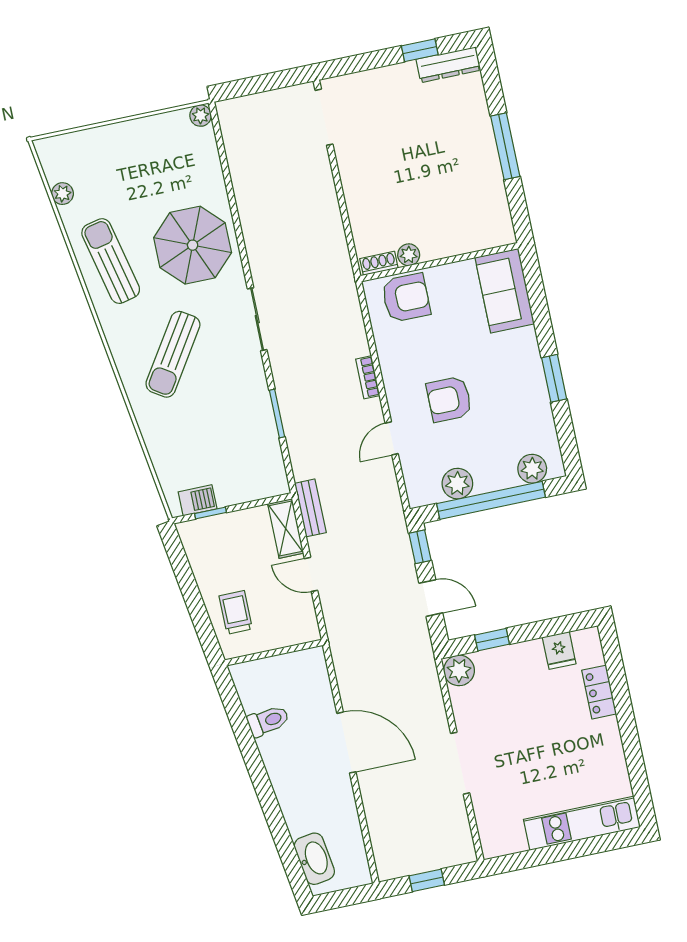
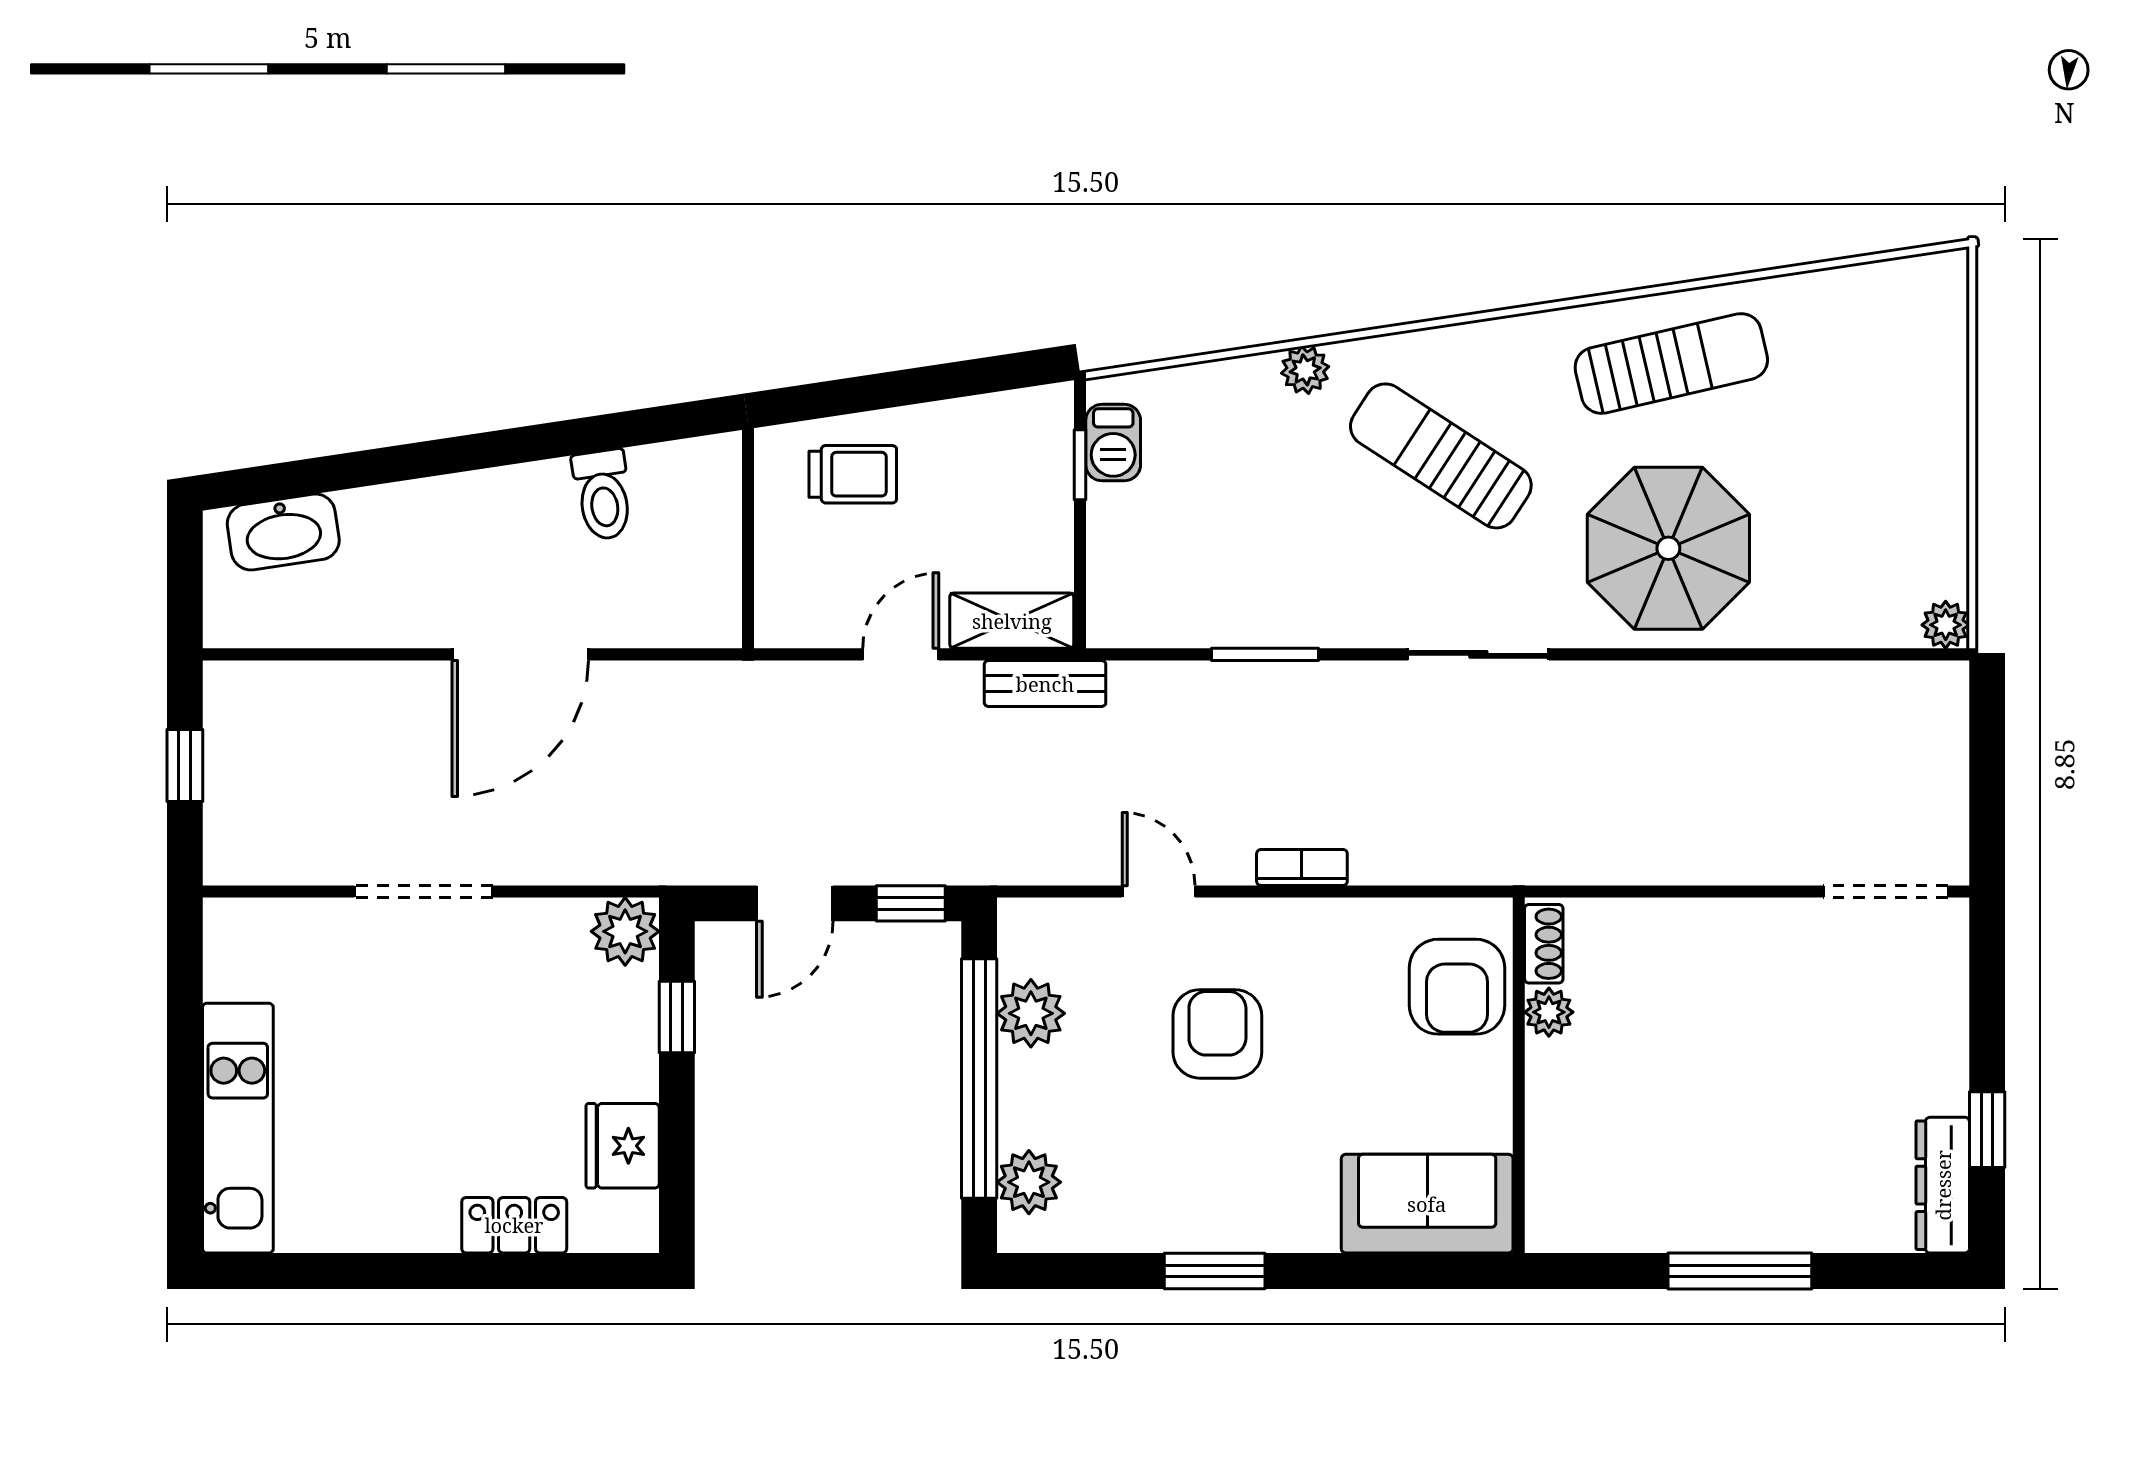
plant: (63, 194) -> (1305, 370), moved
fridge: (559, 651) -> (623, 1146), width x1.38

